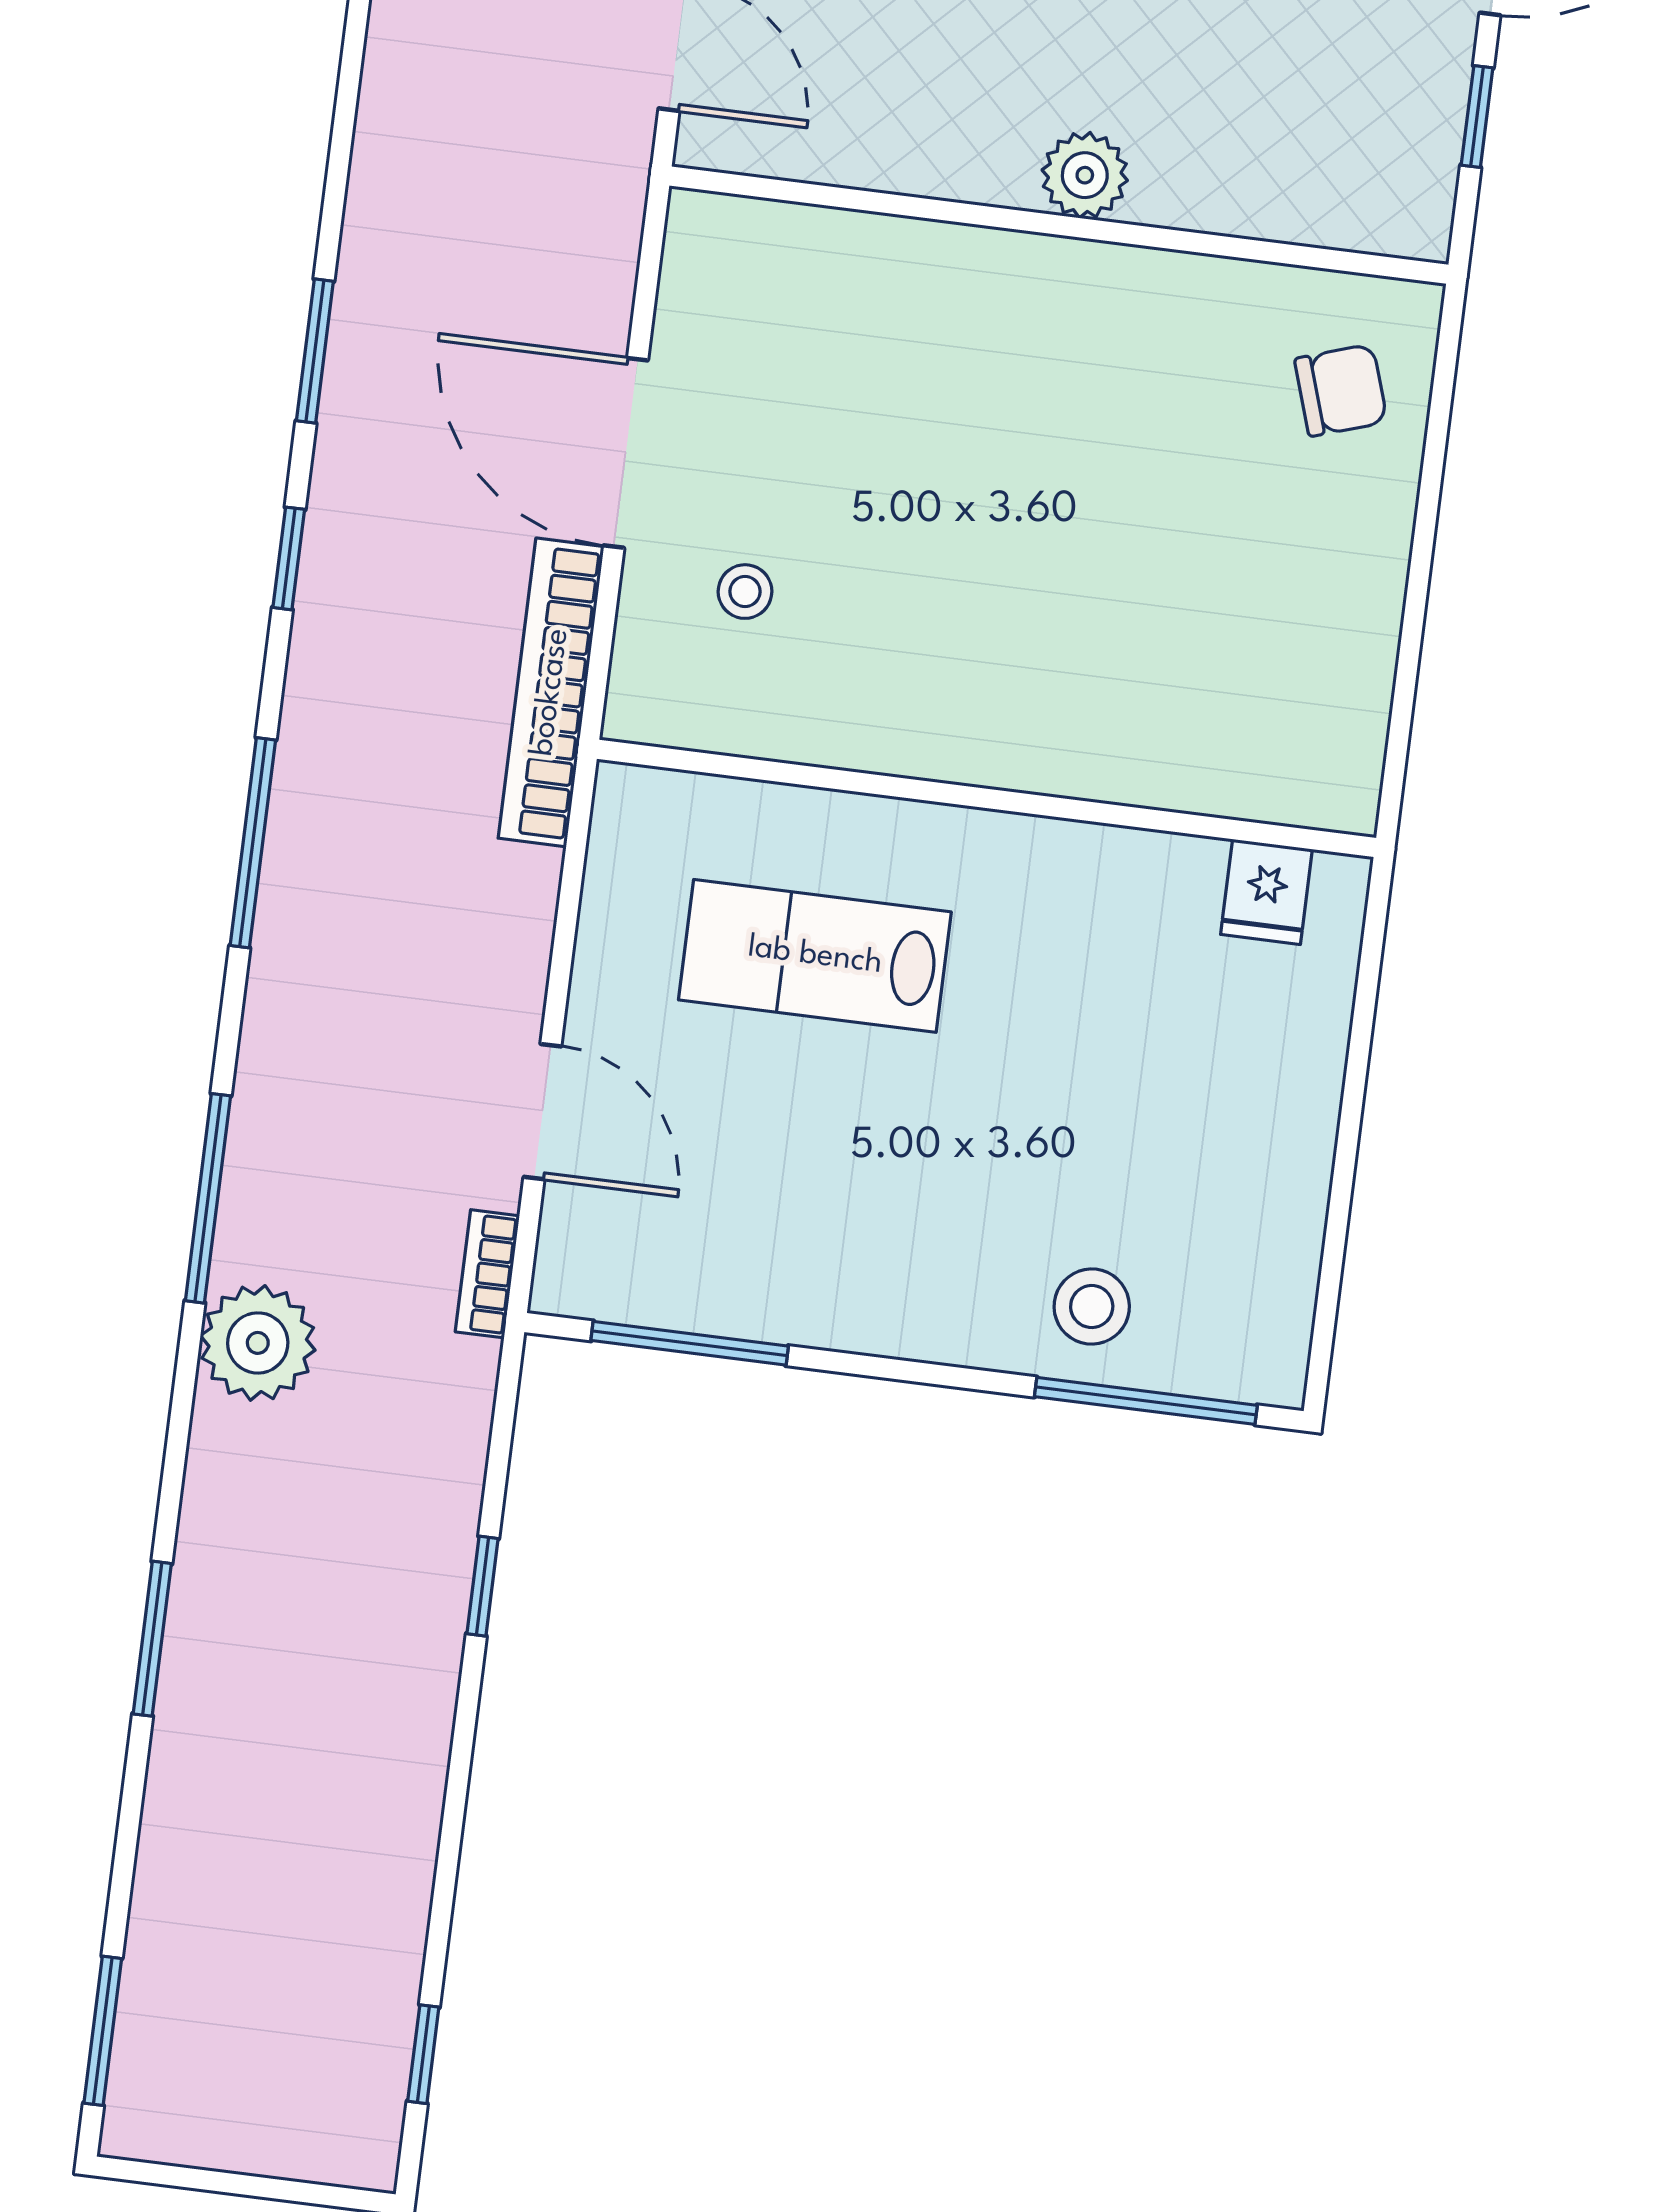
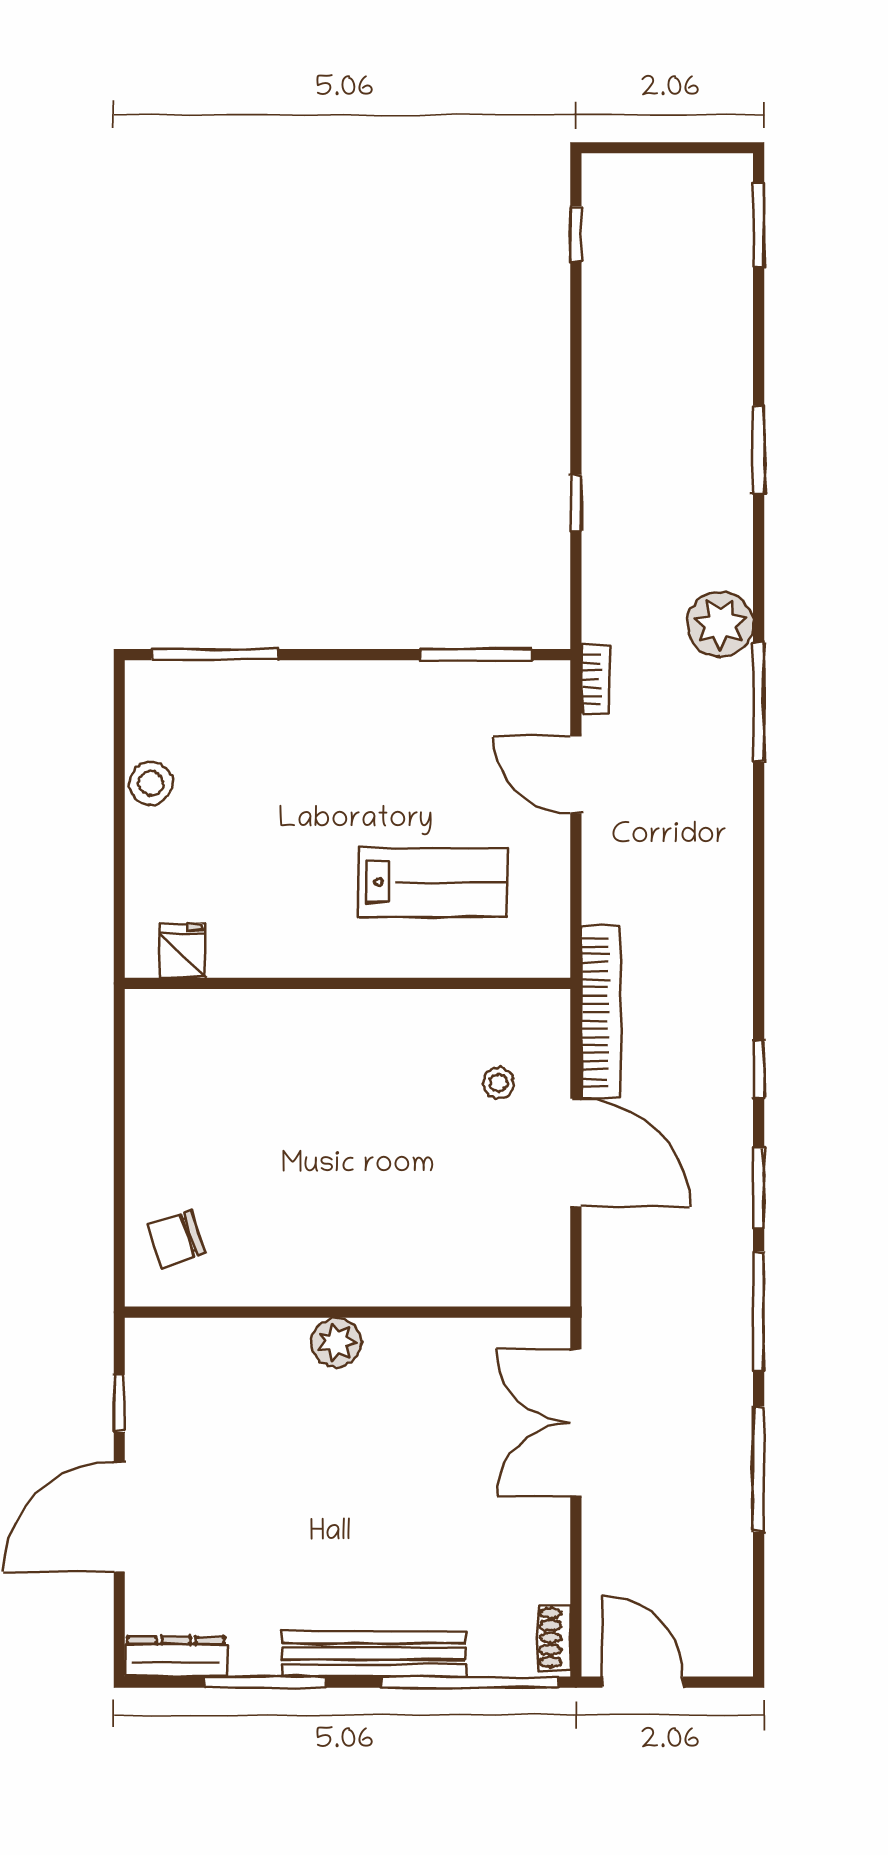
window: (253, 843) -> (759, 1311), moved
stool: (1092, 1306) -> (151, 783), moved

